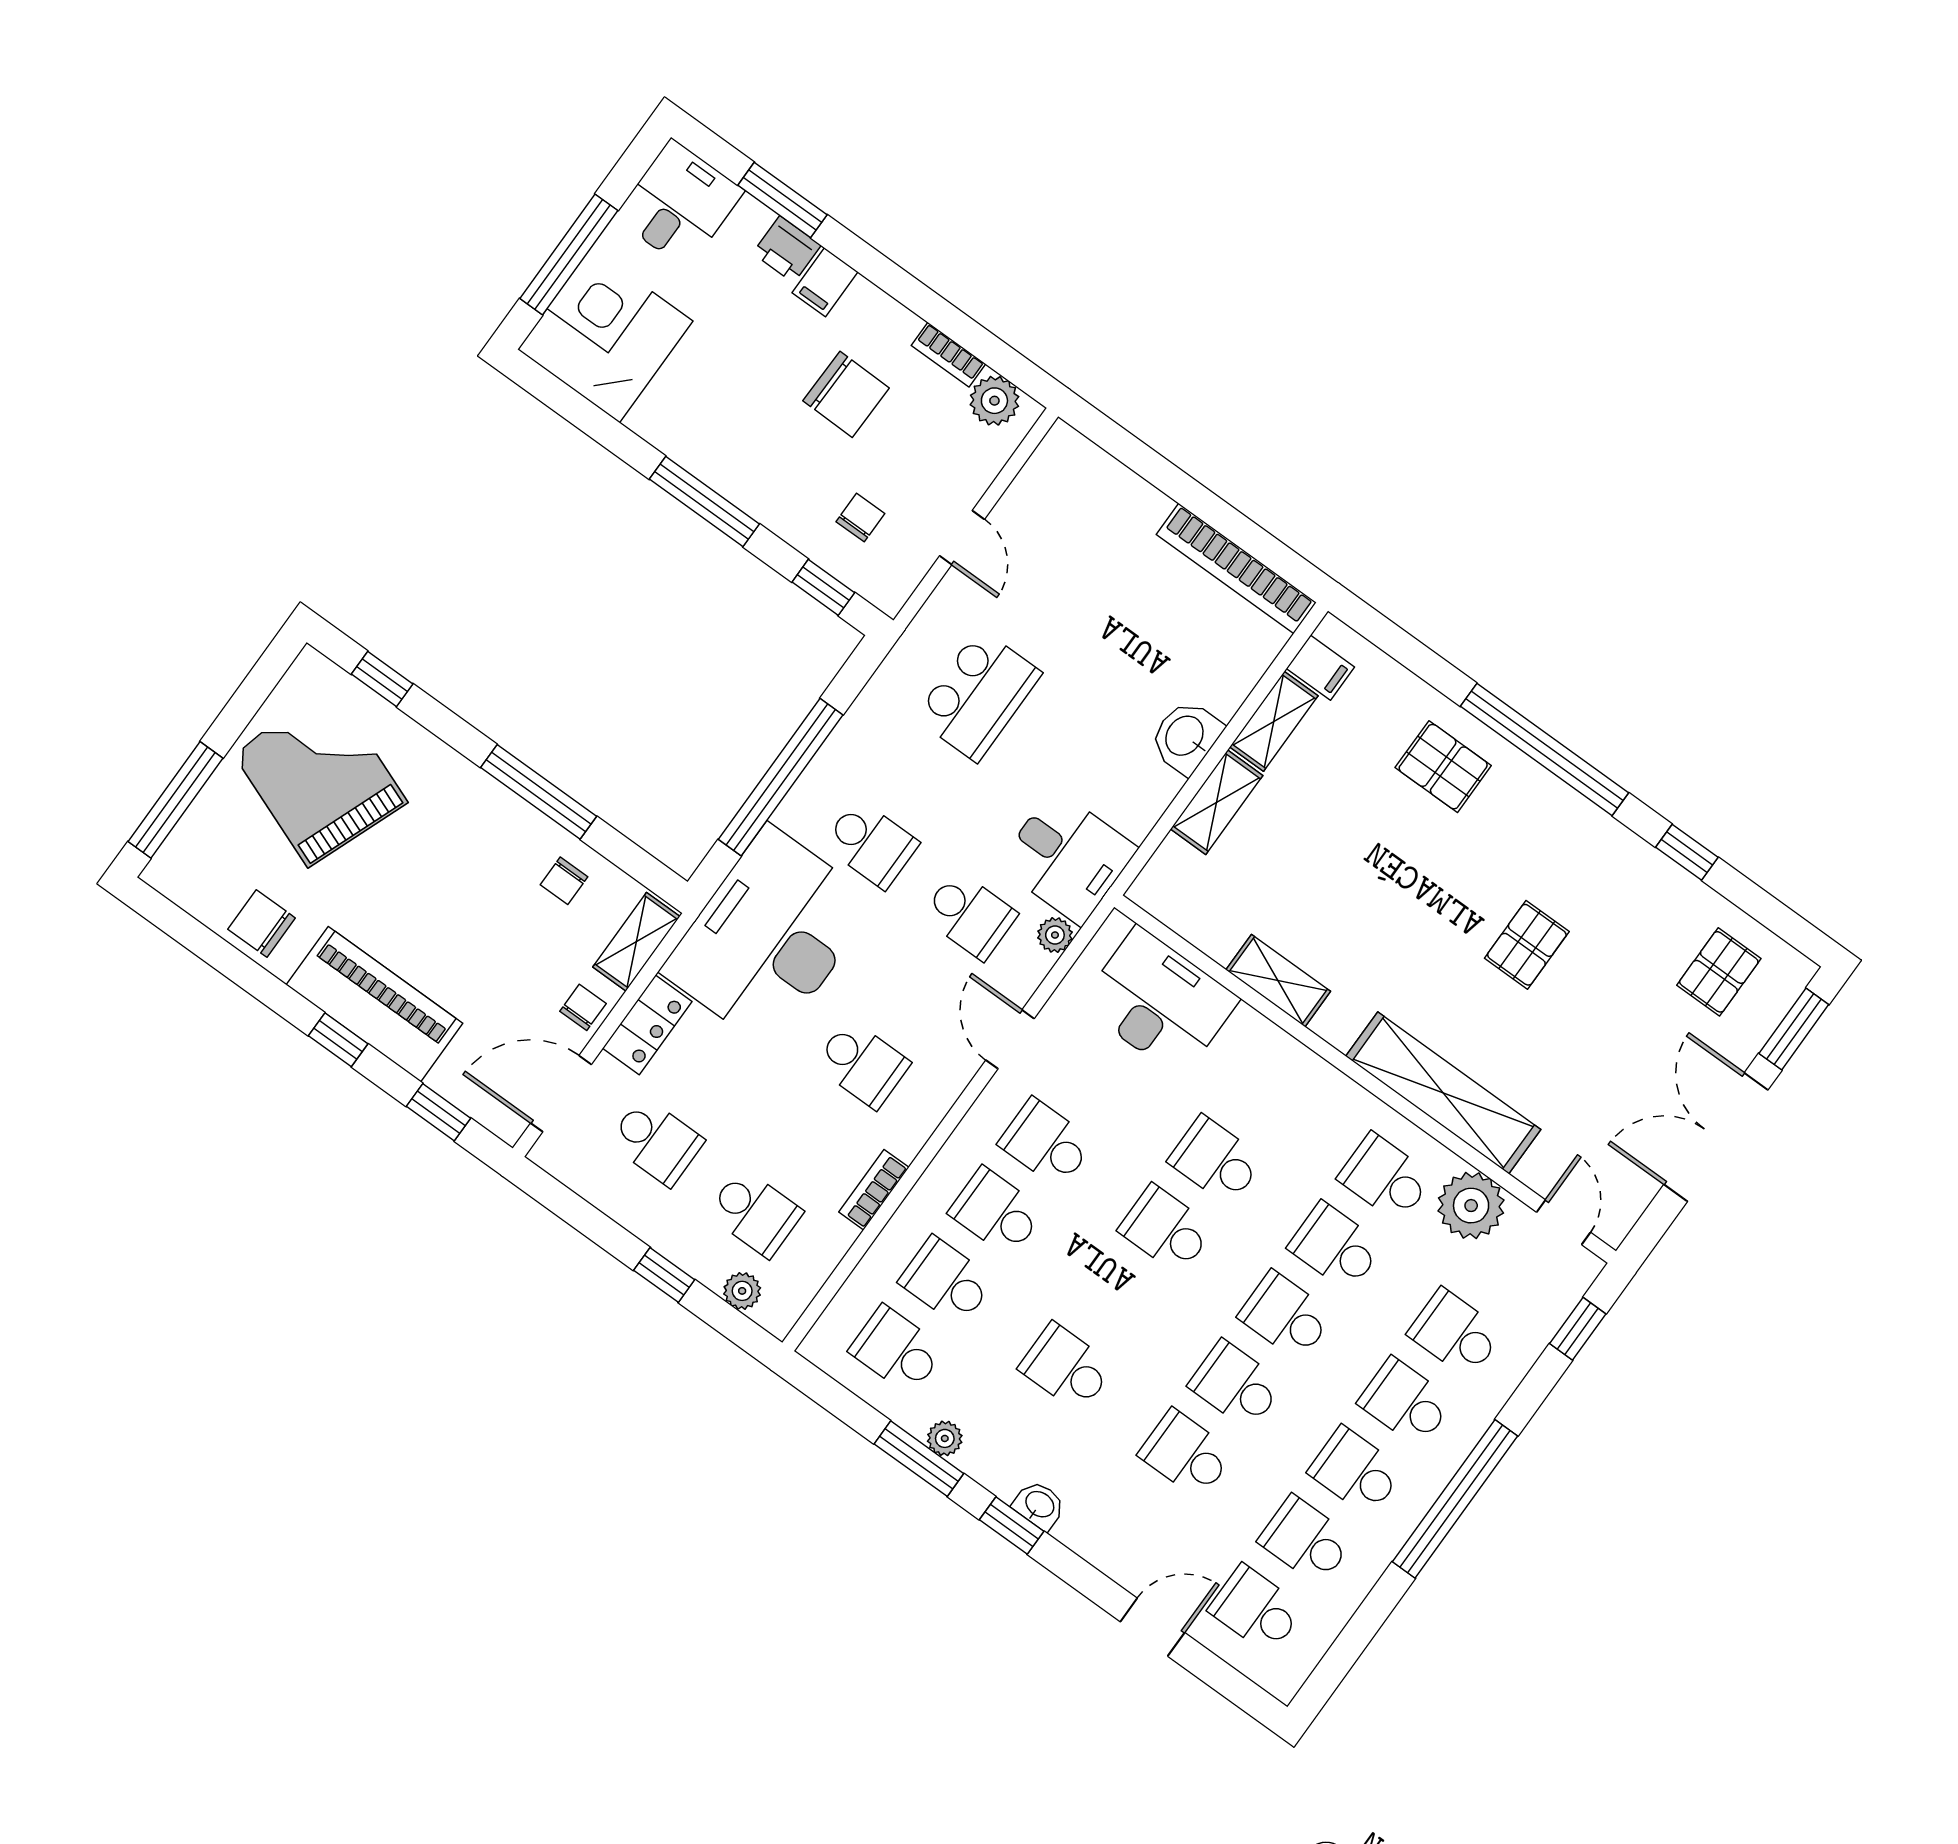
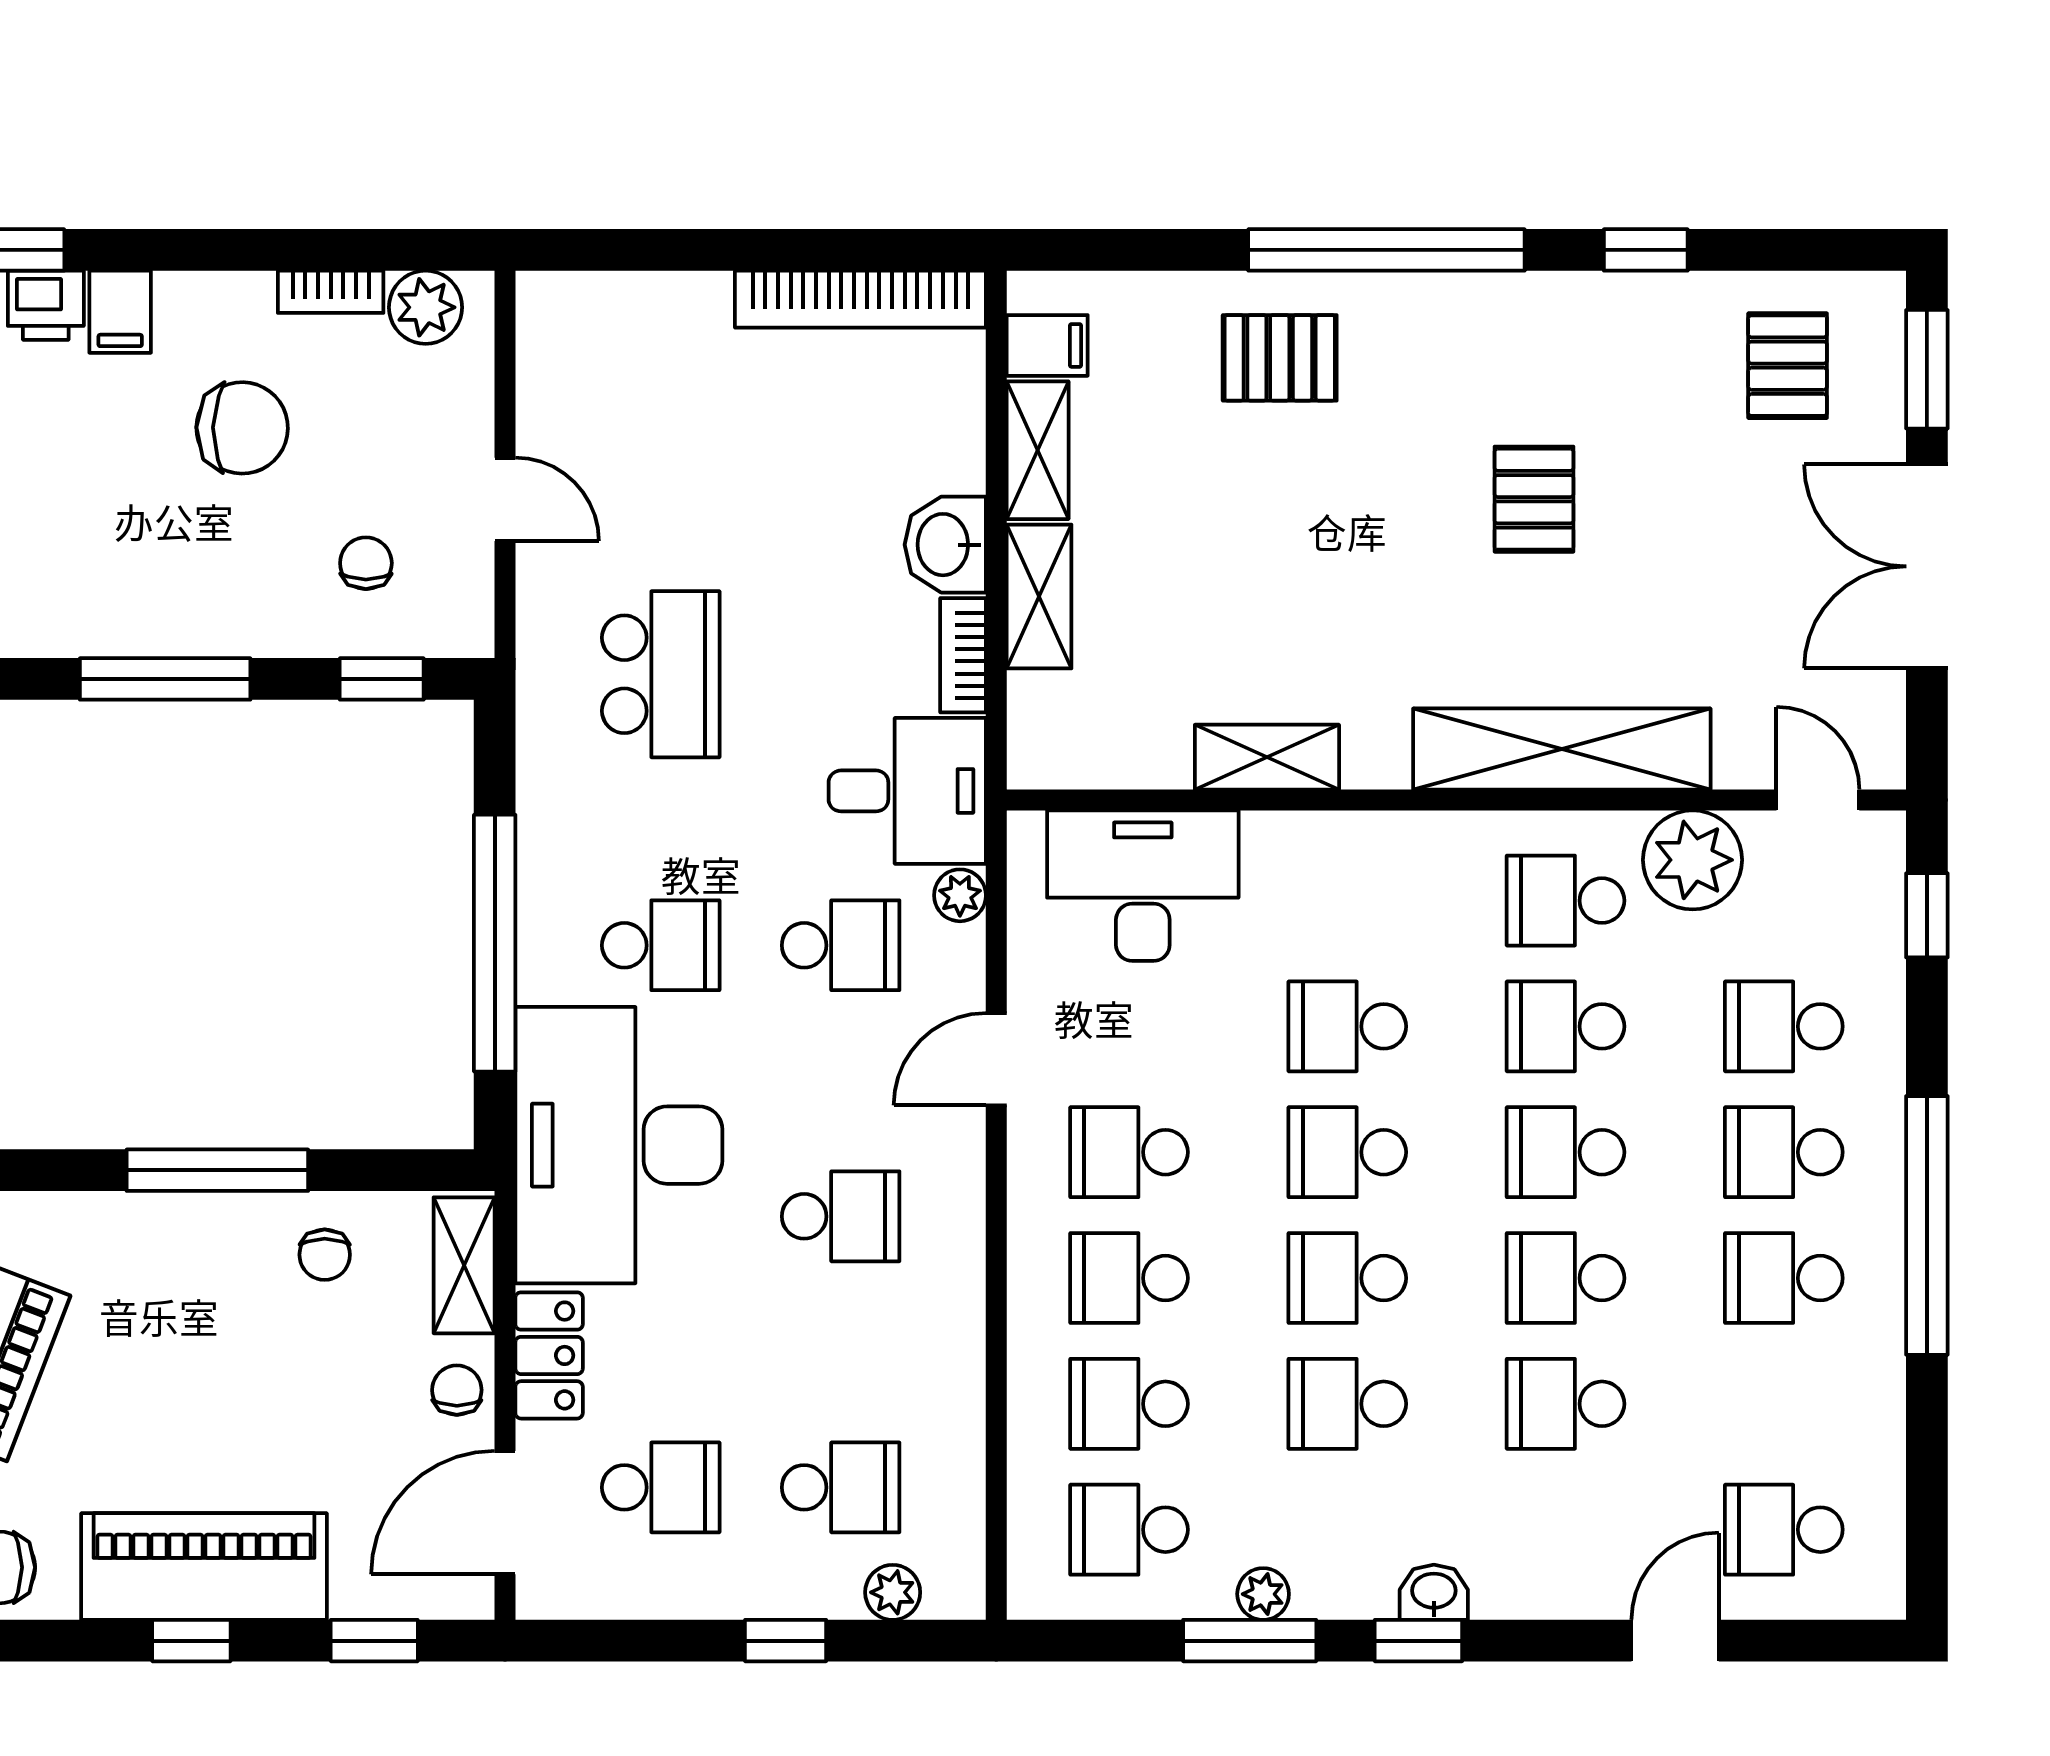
door: (1010, 1039) -> (996, 1059), hinge flipped
bookcase: (874, 1190) -> (963, 655), moved
school desk: (1306, 1540) -> (1347, 1278), moved

